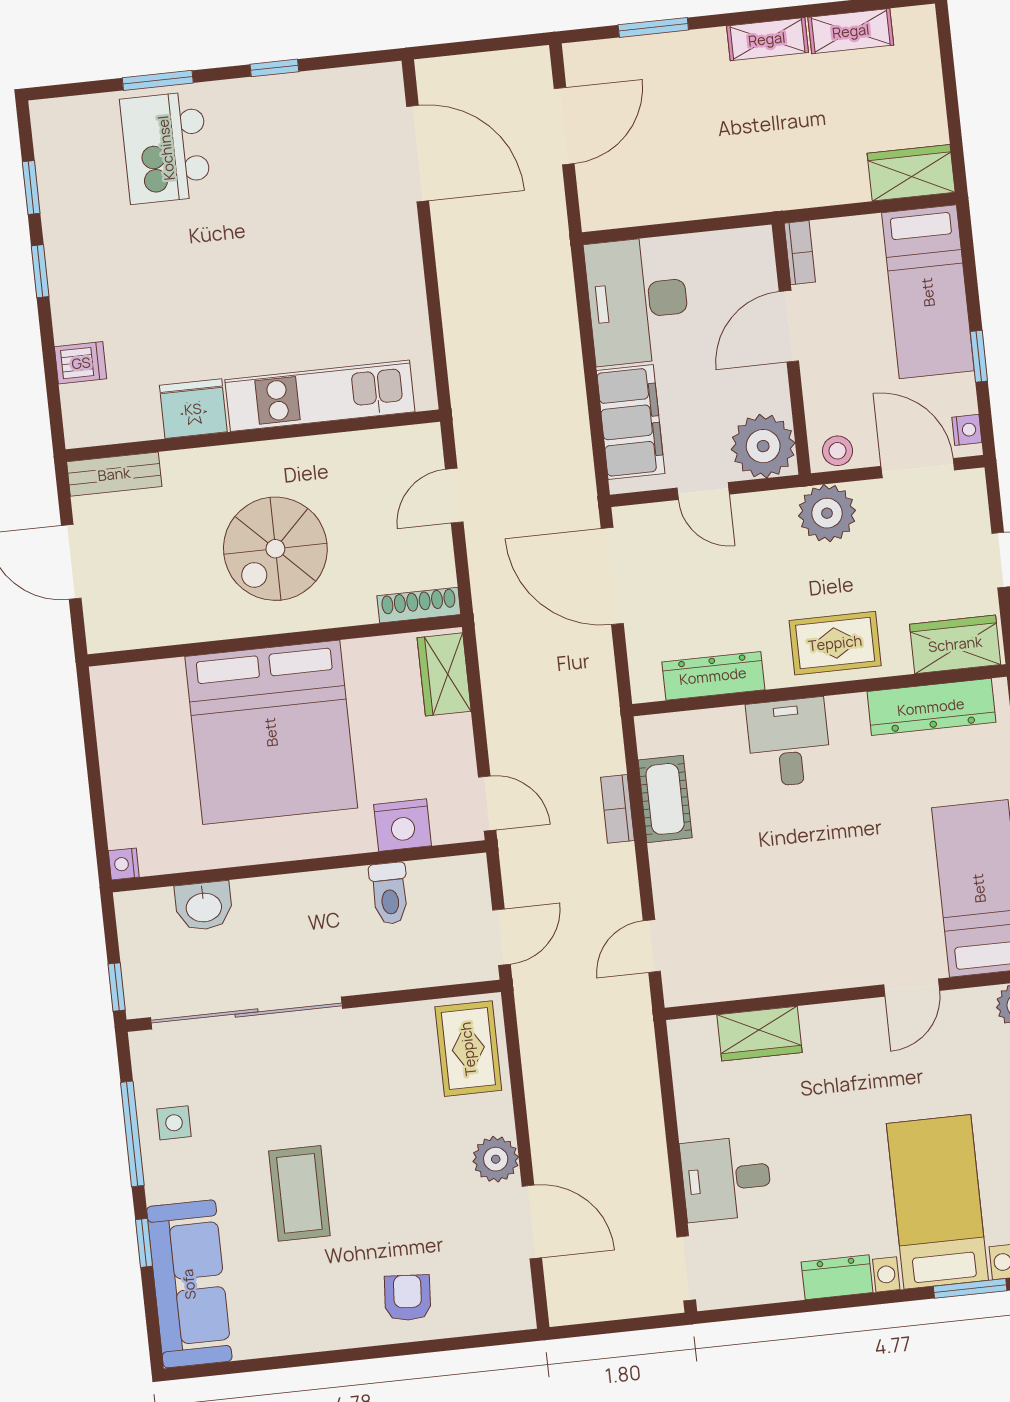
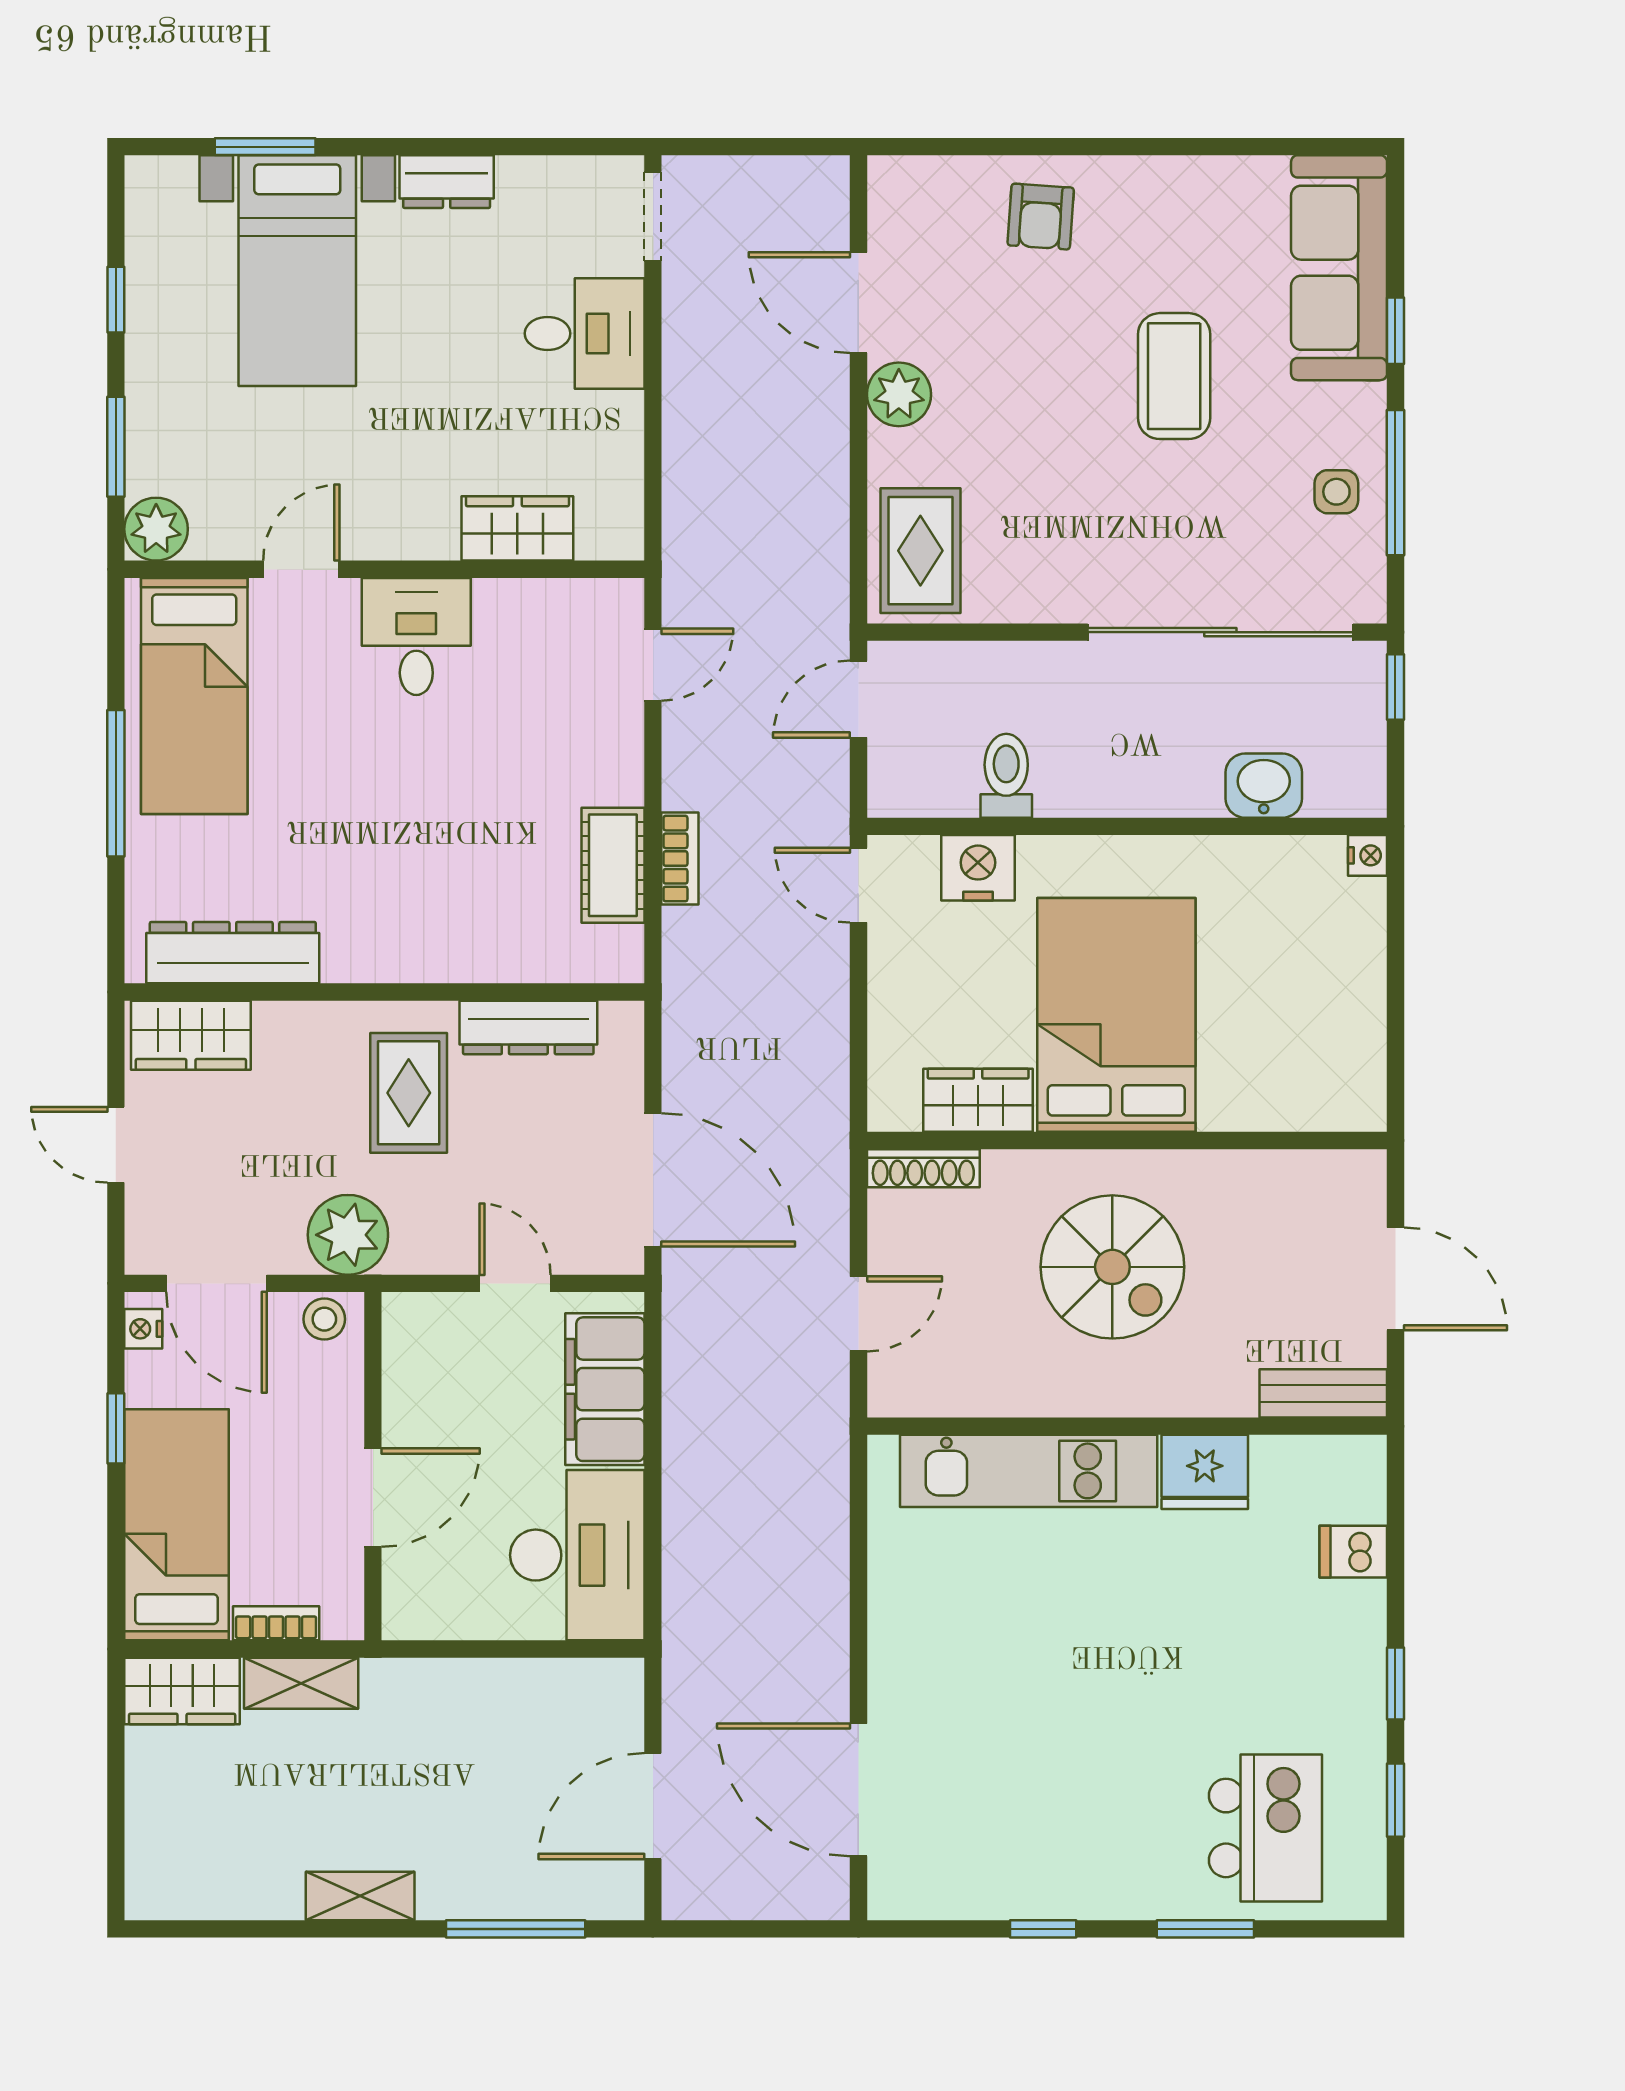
window: (653, 27) -> (516, 1929), width x1.44
shelving: (851, 31) -> (301, 1683), moved
kitchen island: (166, 148) -> (1265, 1828), moved
bookcase: (800, 253) -> (276, 1623), moved, turned 90
plant: (763, 446) -> (426, 1336), removed
spiral stairs: (275, 549) -> (1112, 1267), turned 90
rug: (835, 643) -> (409, 1093), moved, turned 90
wardrobe: (444, 674) -> (978, 1100), moved, turned -90
bed: (271, 732) -> (1116, 1015), width x0.73
desk: (789, 742) -> (416, 636), moved, turned 180

